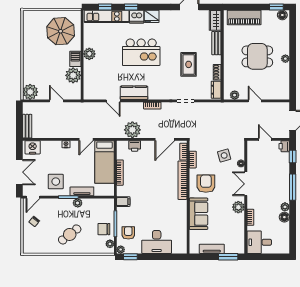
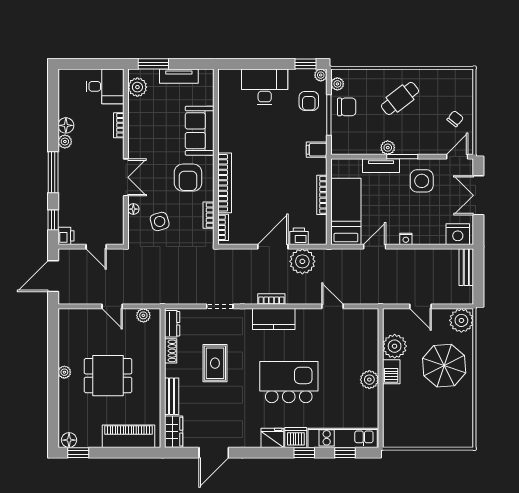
parasol: (61, 31) -> (444, 366), moved
kitchen counter: (134, 93) -> (274, 319), moved
door: (165, 139) -> (273, 247), moved
plant: (238, 207) -> (137, 87), moved

